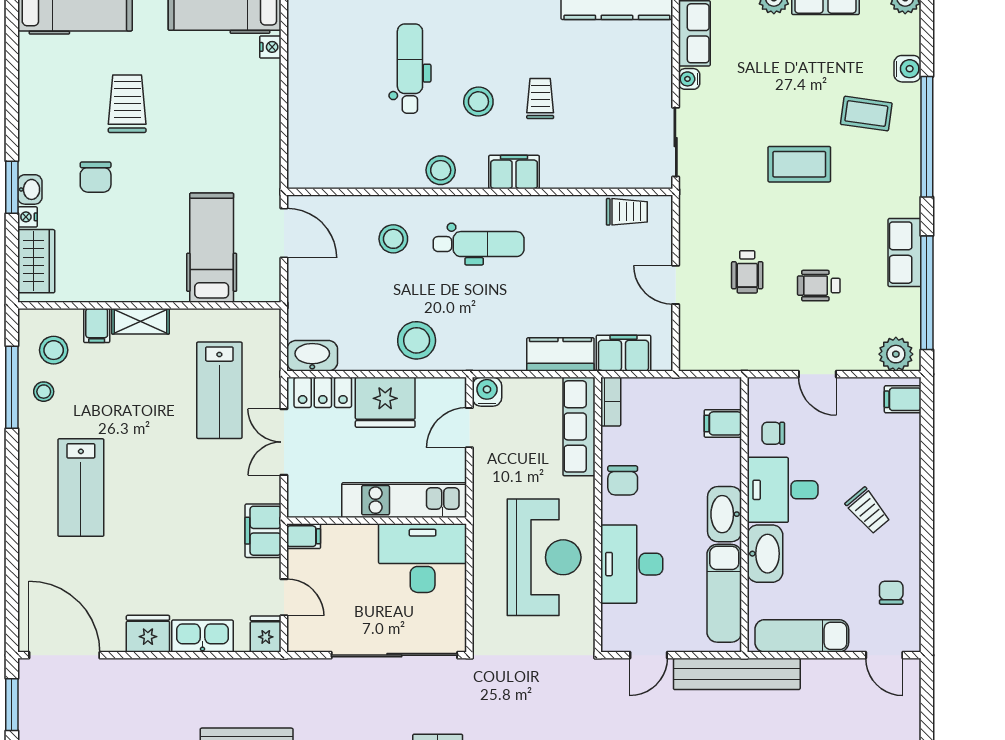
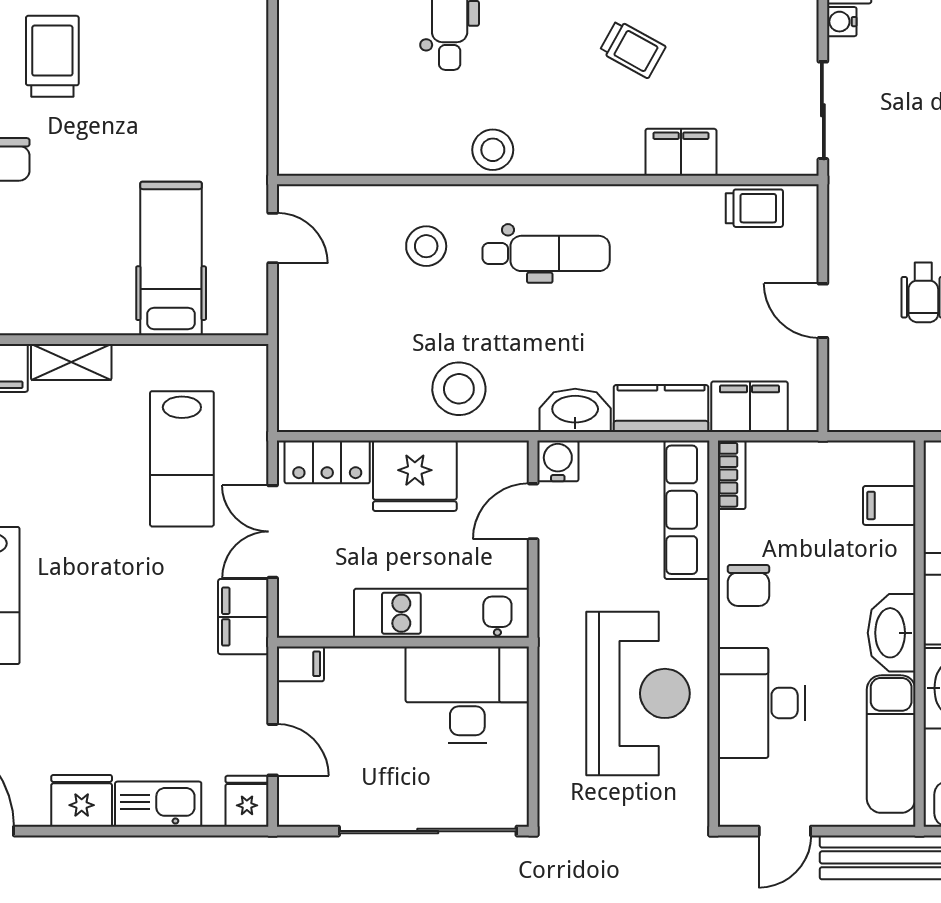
trolley: (540, 99) -> (633, 49), turned 119
stool: (478, 102) -> (546, 53), removed
filing cabinet: (514, 172) -> (681, 152), moved
door: (284, 233) -> (273, 238), width x0.73
washbasin: (312, 356) -> (575, 410), moved
filing cabinet: (263, 531) -> (243, 617), moved

